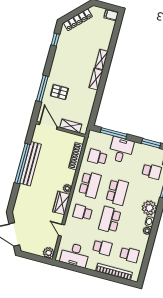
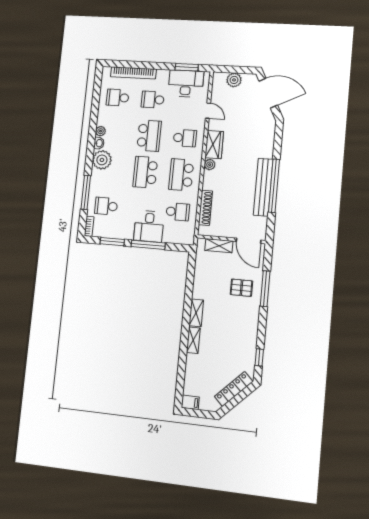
window: (114, 133) -> (148, 245), moved
plant: (49, 253) -> (234, 80), moved
window: (72, 267) -> (187, 67), added

